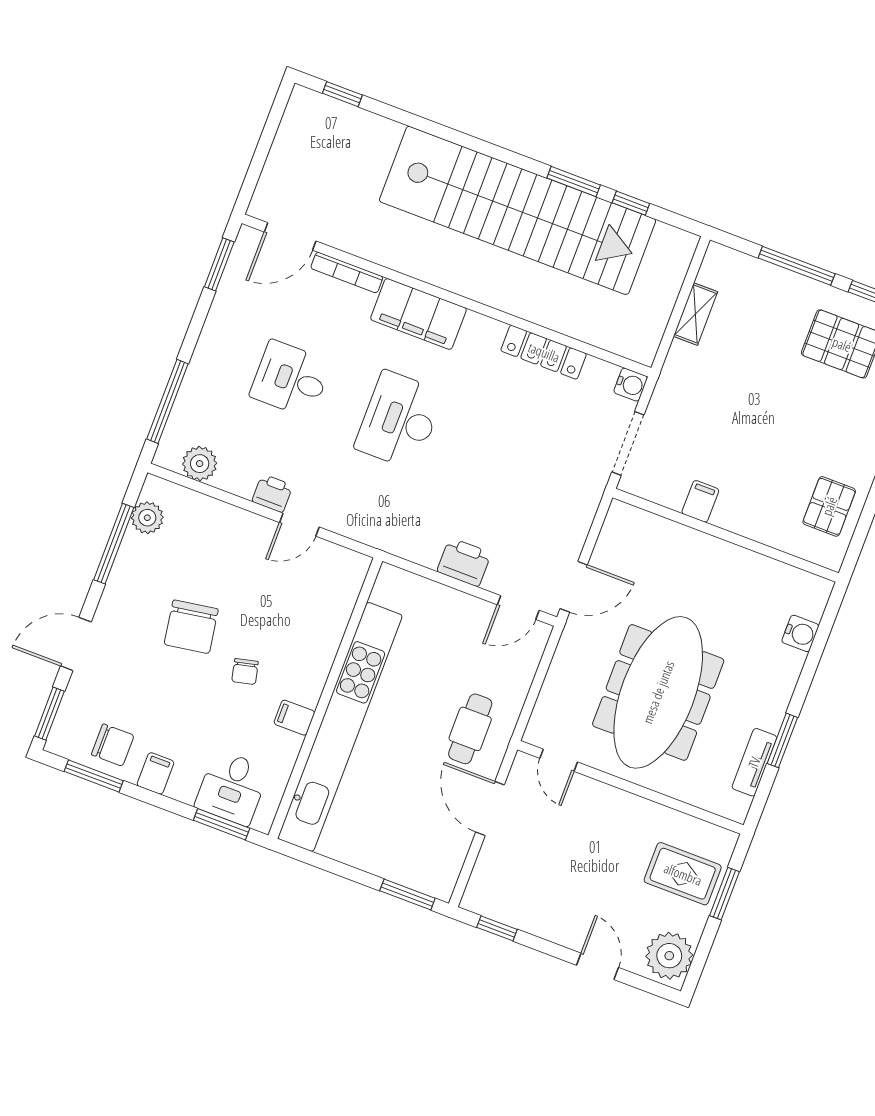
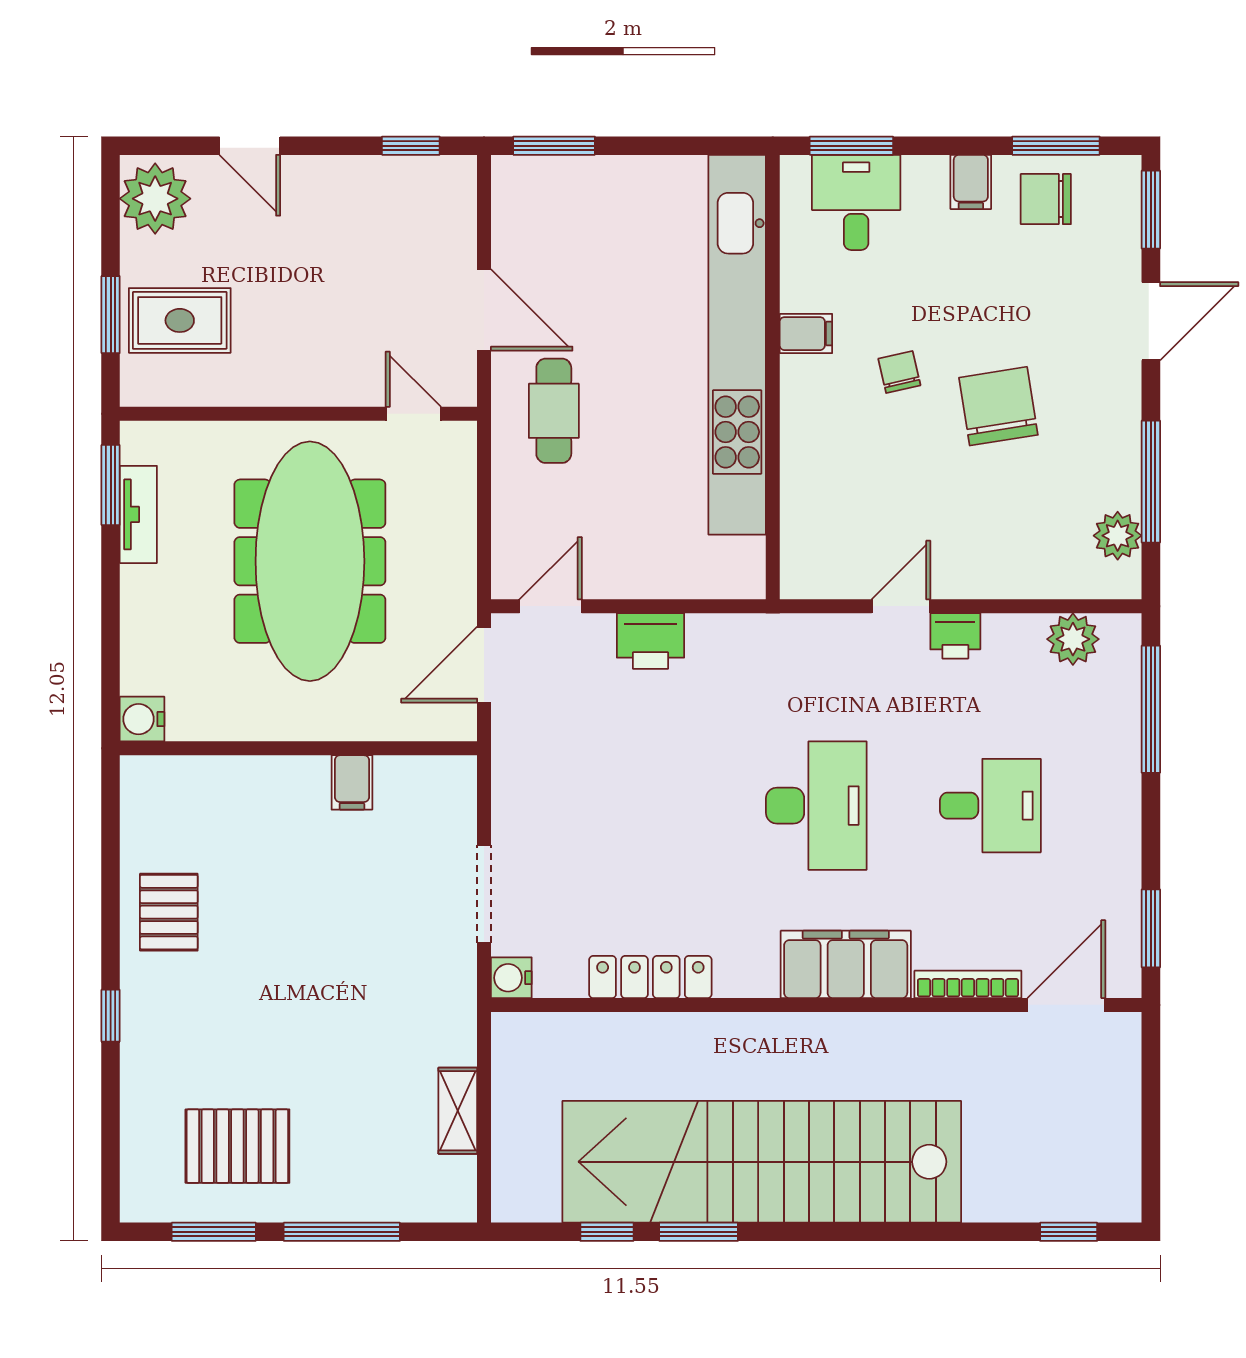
filing cabinet: (700, 501) -> (352, 782), moved
wall: (726, 535) -> (298, 748), moved
window: (782, 740) -> (111, 485), moved

